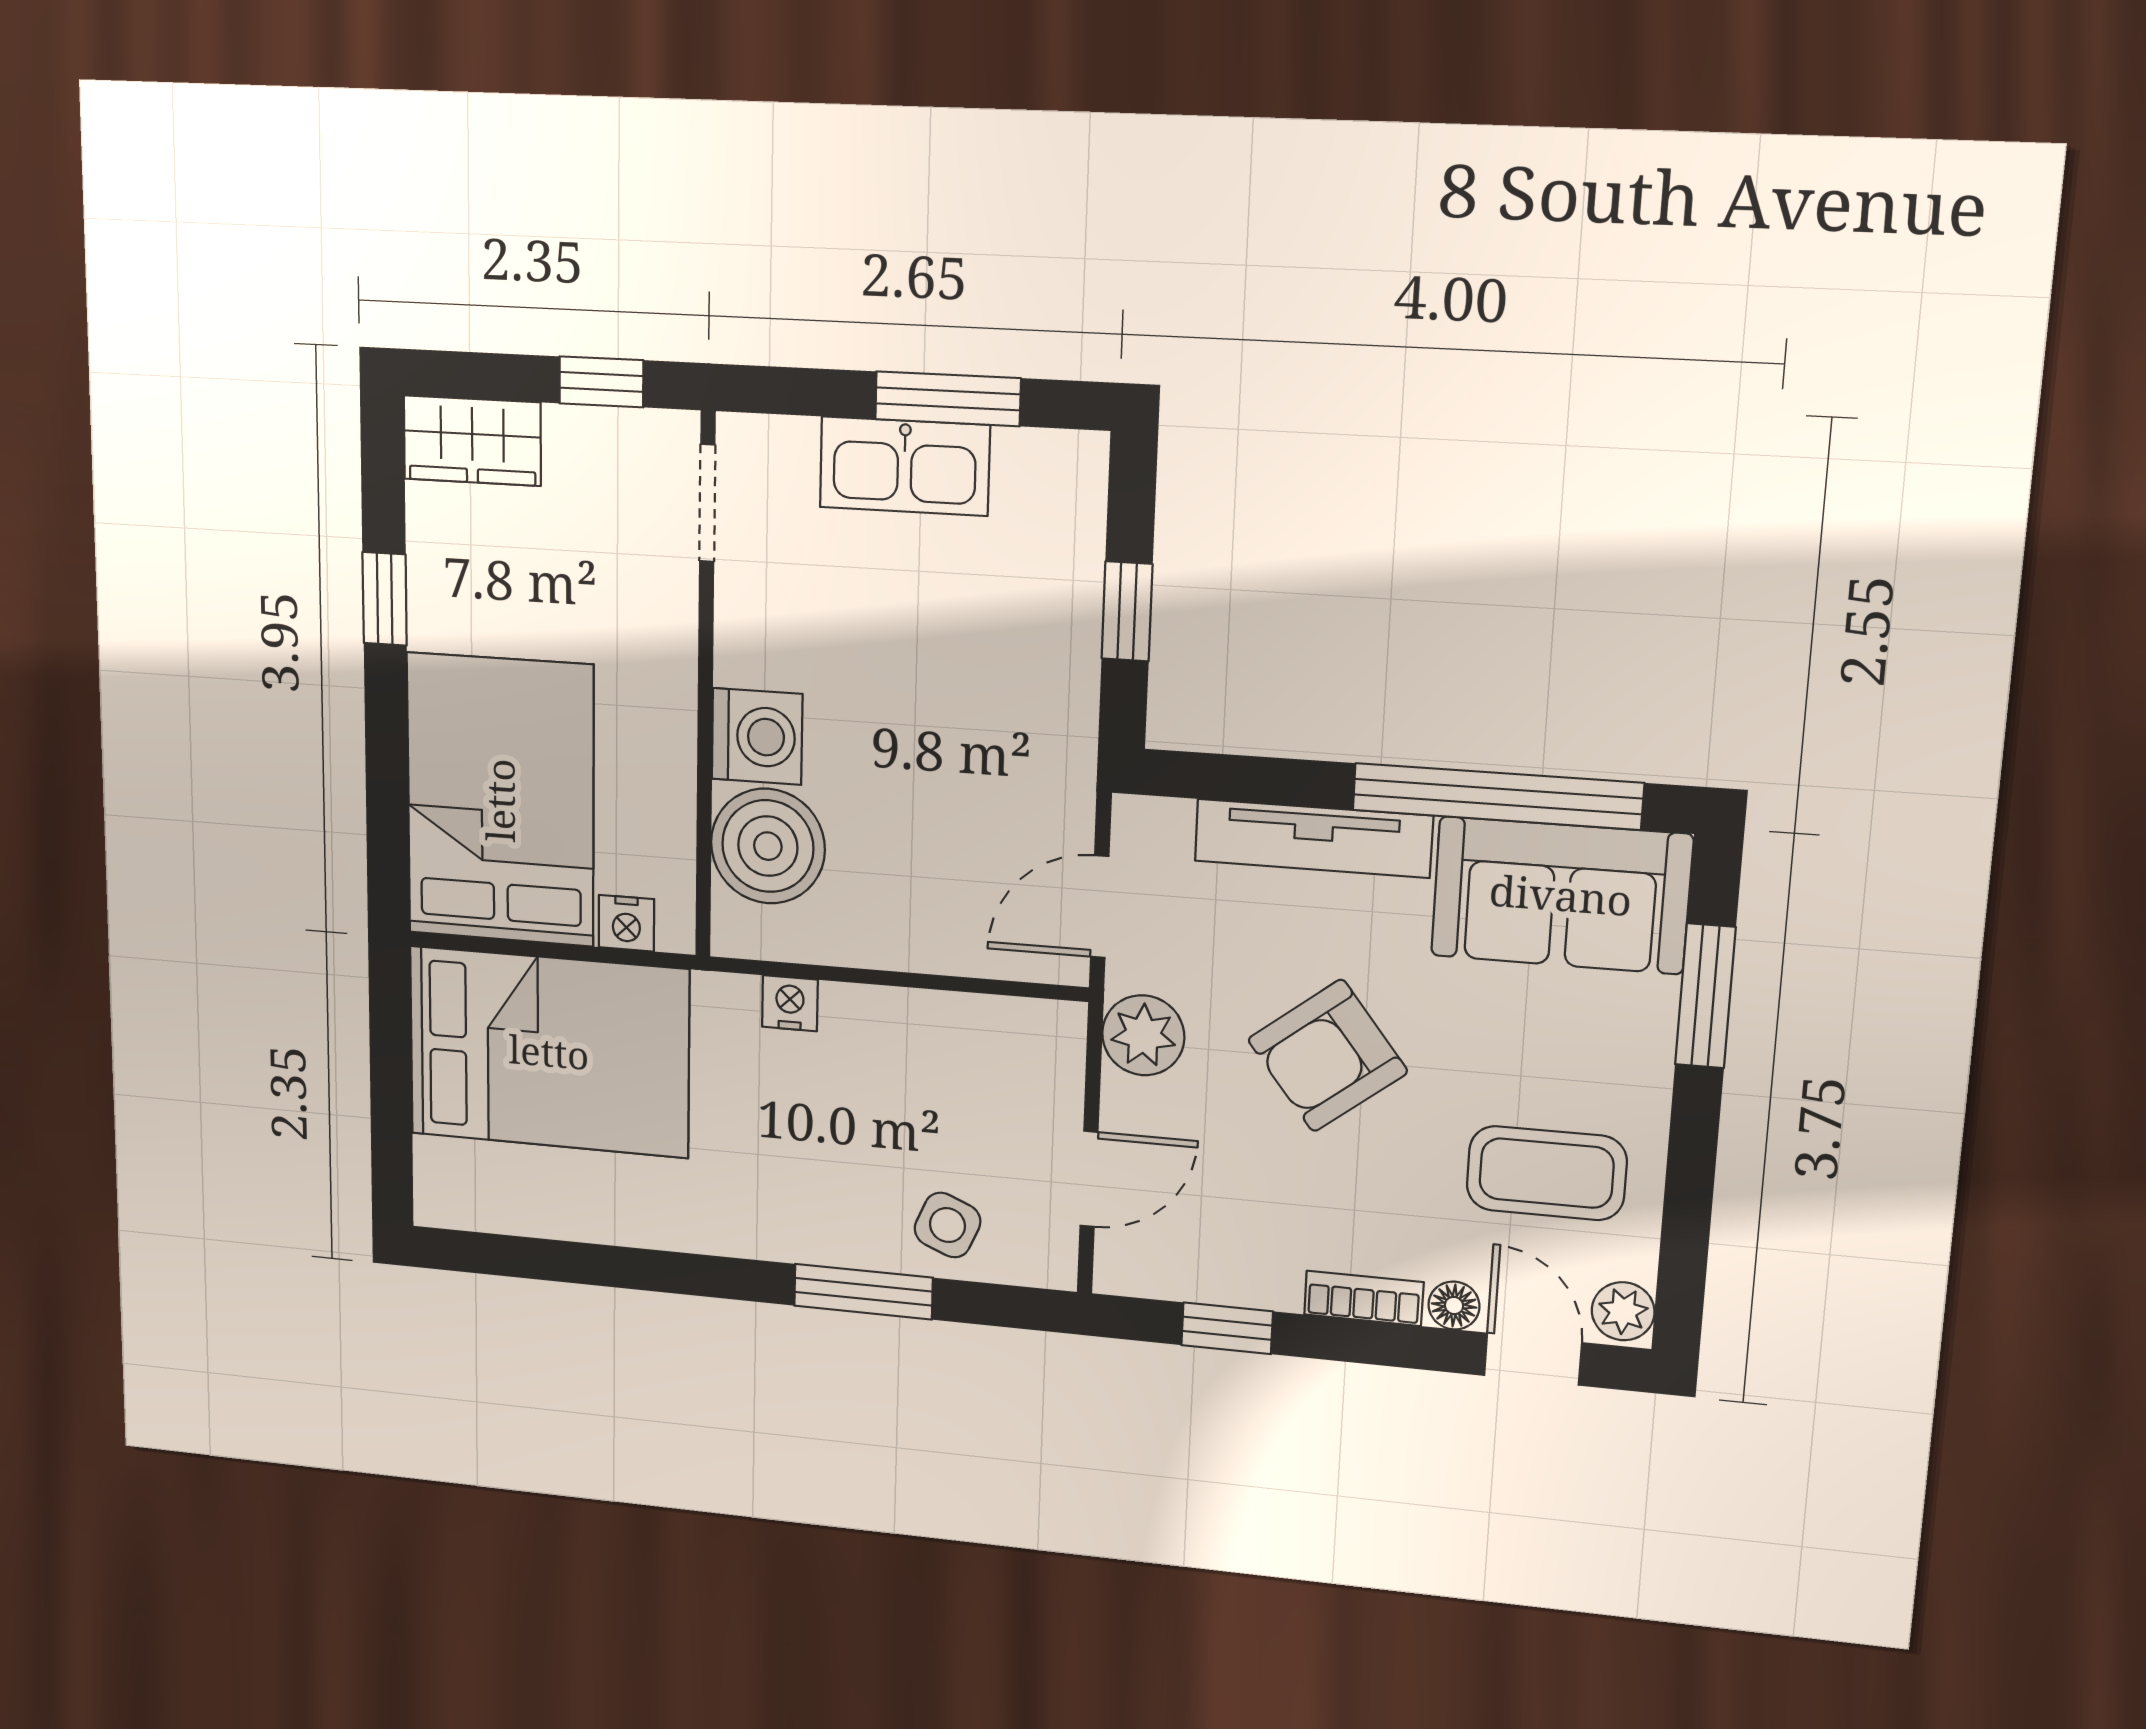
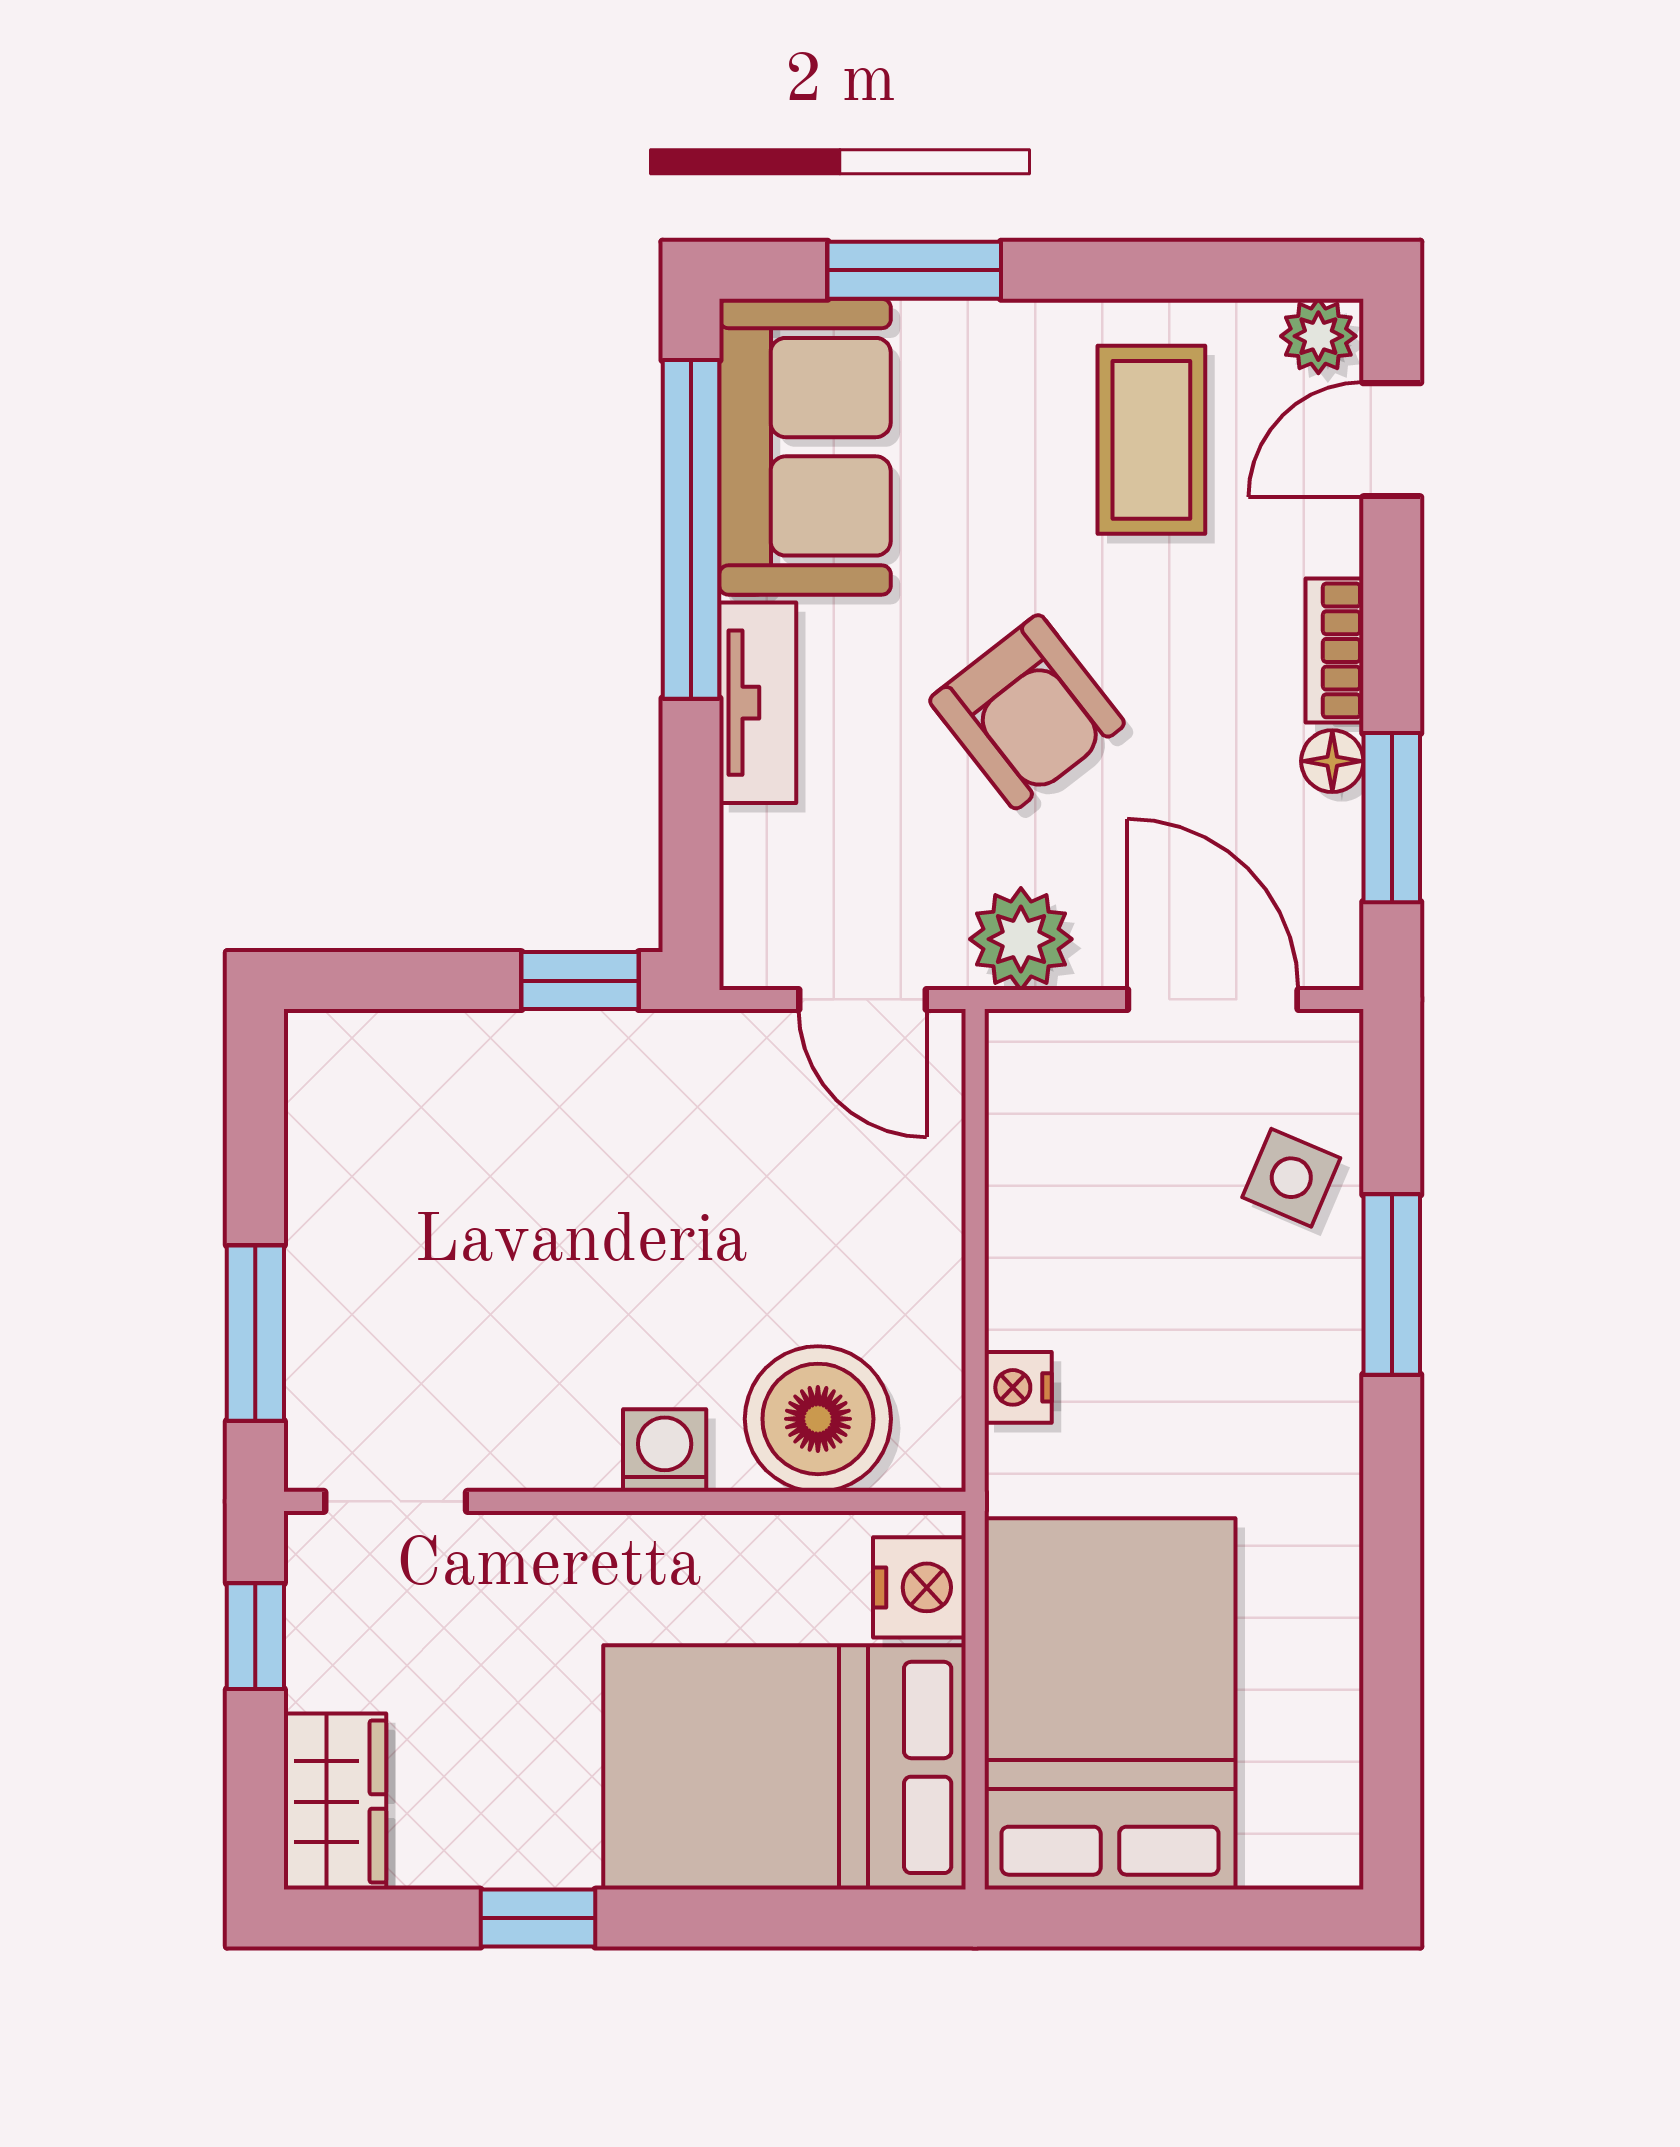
window: (948, 399) -> (255, 1333), moved
kitchen sink: (905, 466) -> (338, 1257), removed
window: (1127, 611) -> (580, 981), moved
washing machine: (757, 736) -> (665, 1450), width x0.73, depth x0.73
tv unit: (1313, 838) -> (758, 703), width x0.71
nightstand: (626, 923) -> (919, 1587), width x1.39, depth x1.35
door: (1089, 1179) -> (1213, 999), width x1.38
floor lamp: (1454, 1306) -> (1332, 761), moved
window: (1227, 1328) -> (1392, 818), width x1.50

